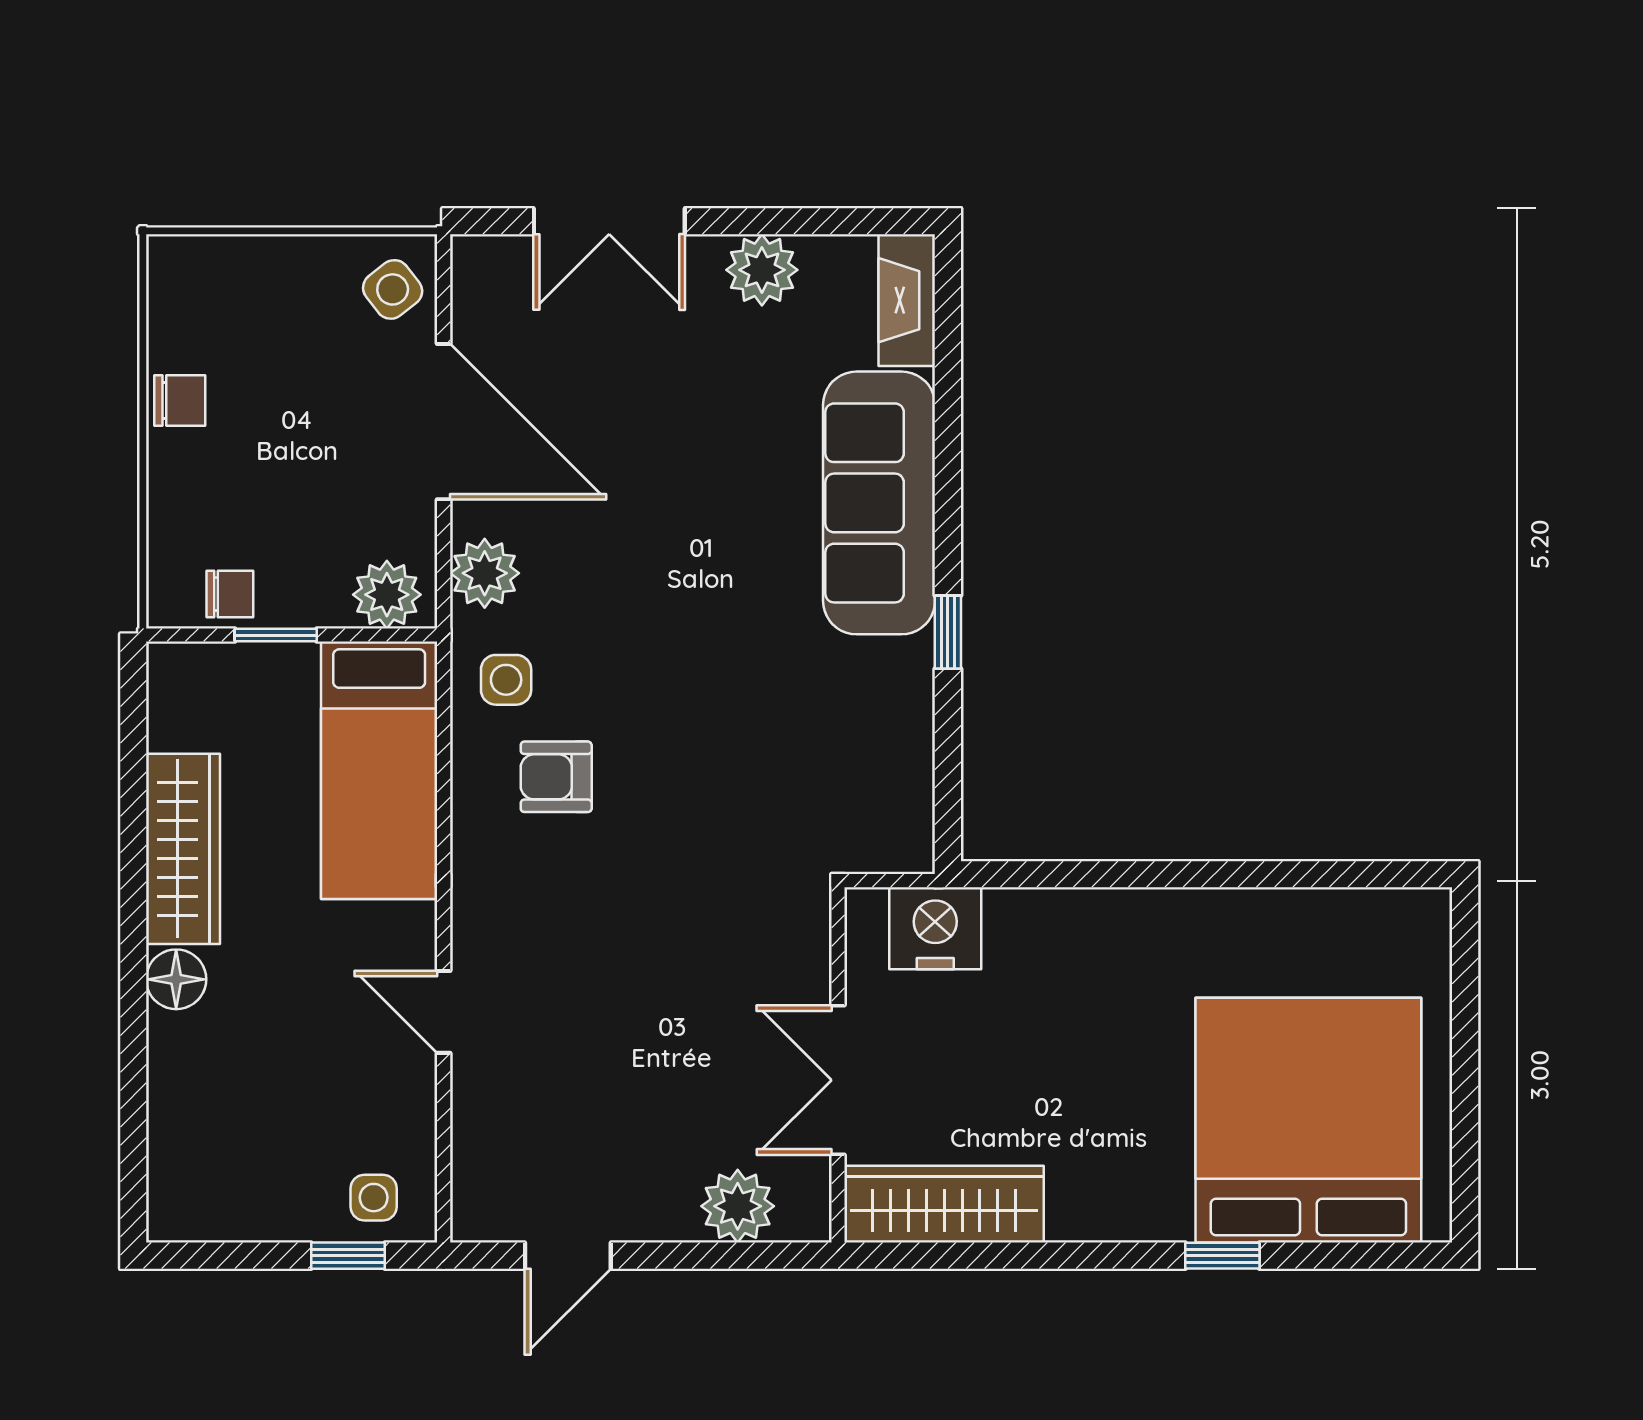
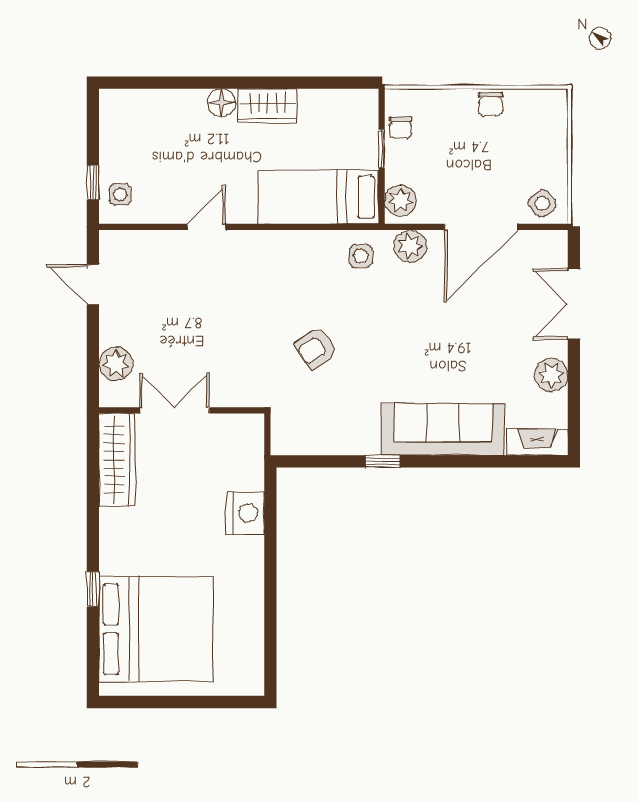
armchair: (556, 777) -> (316, 348), moved, turned -124
wardrobe: (183, 849) -> (267, 106), width x0.67
nightstand: (935, 928) -> (245, 513), moved

